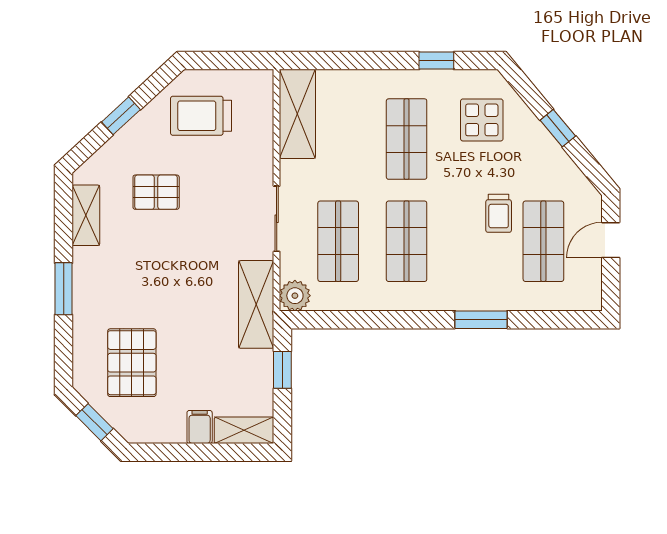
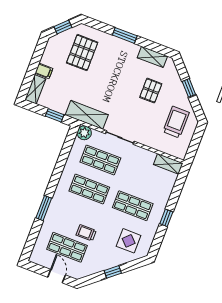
window: (436, 61) -> (166, 218), moved
shelving: (297, 114) -> (168, 164), width x0.67, depth x0.75
pallet: (132, 363) -> (82, 53), turned 90

